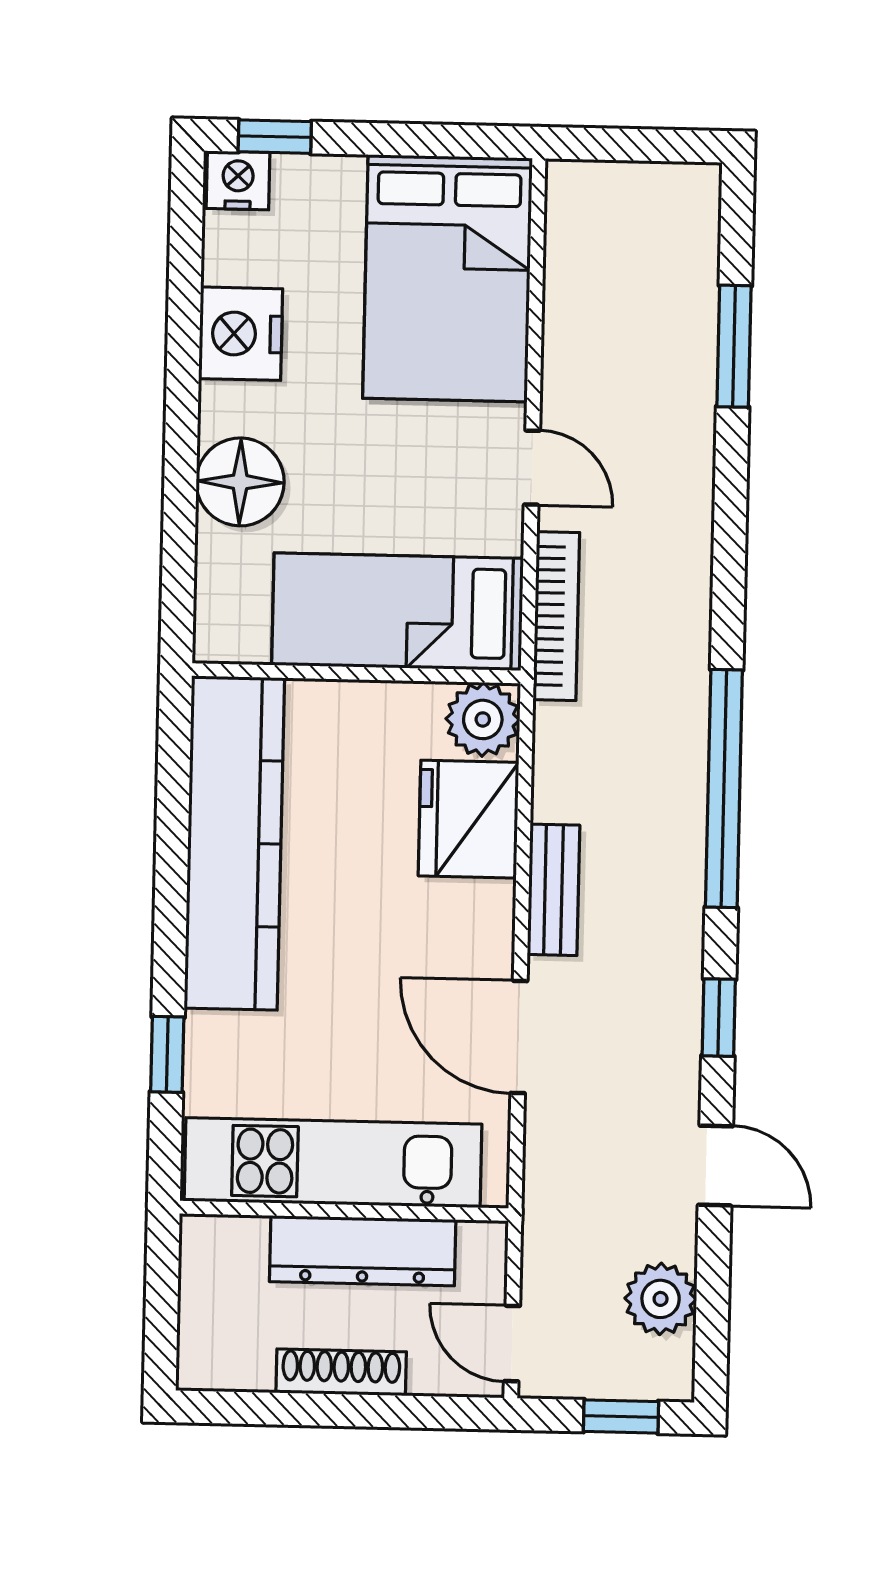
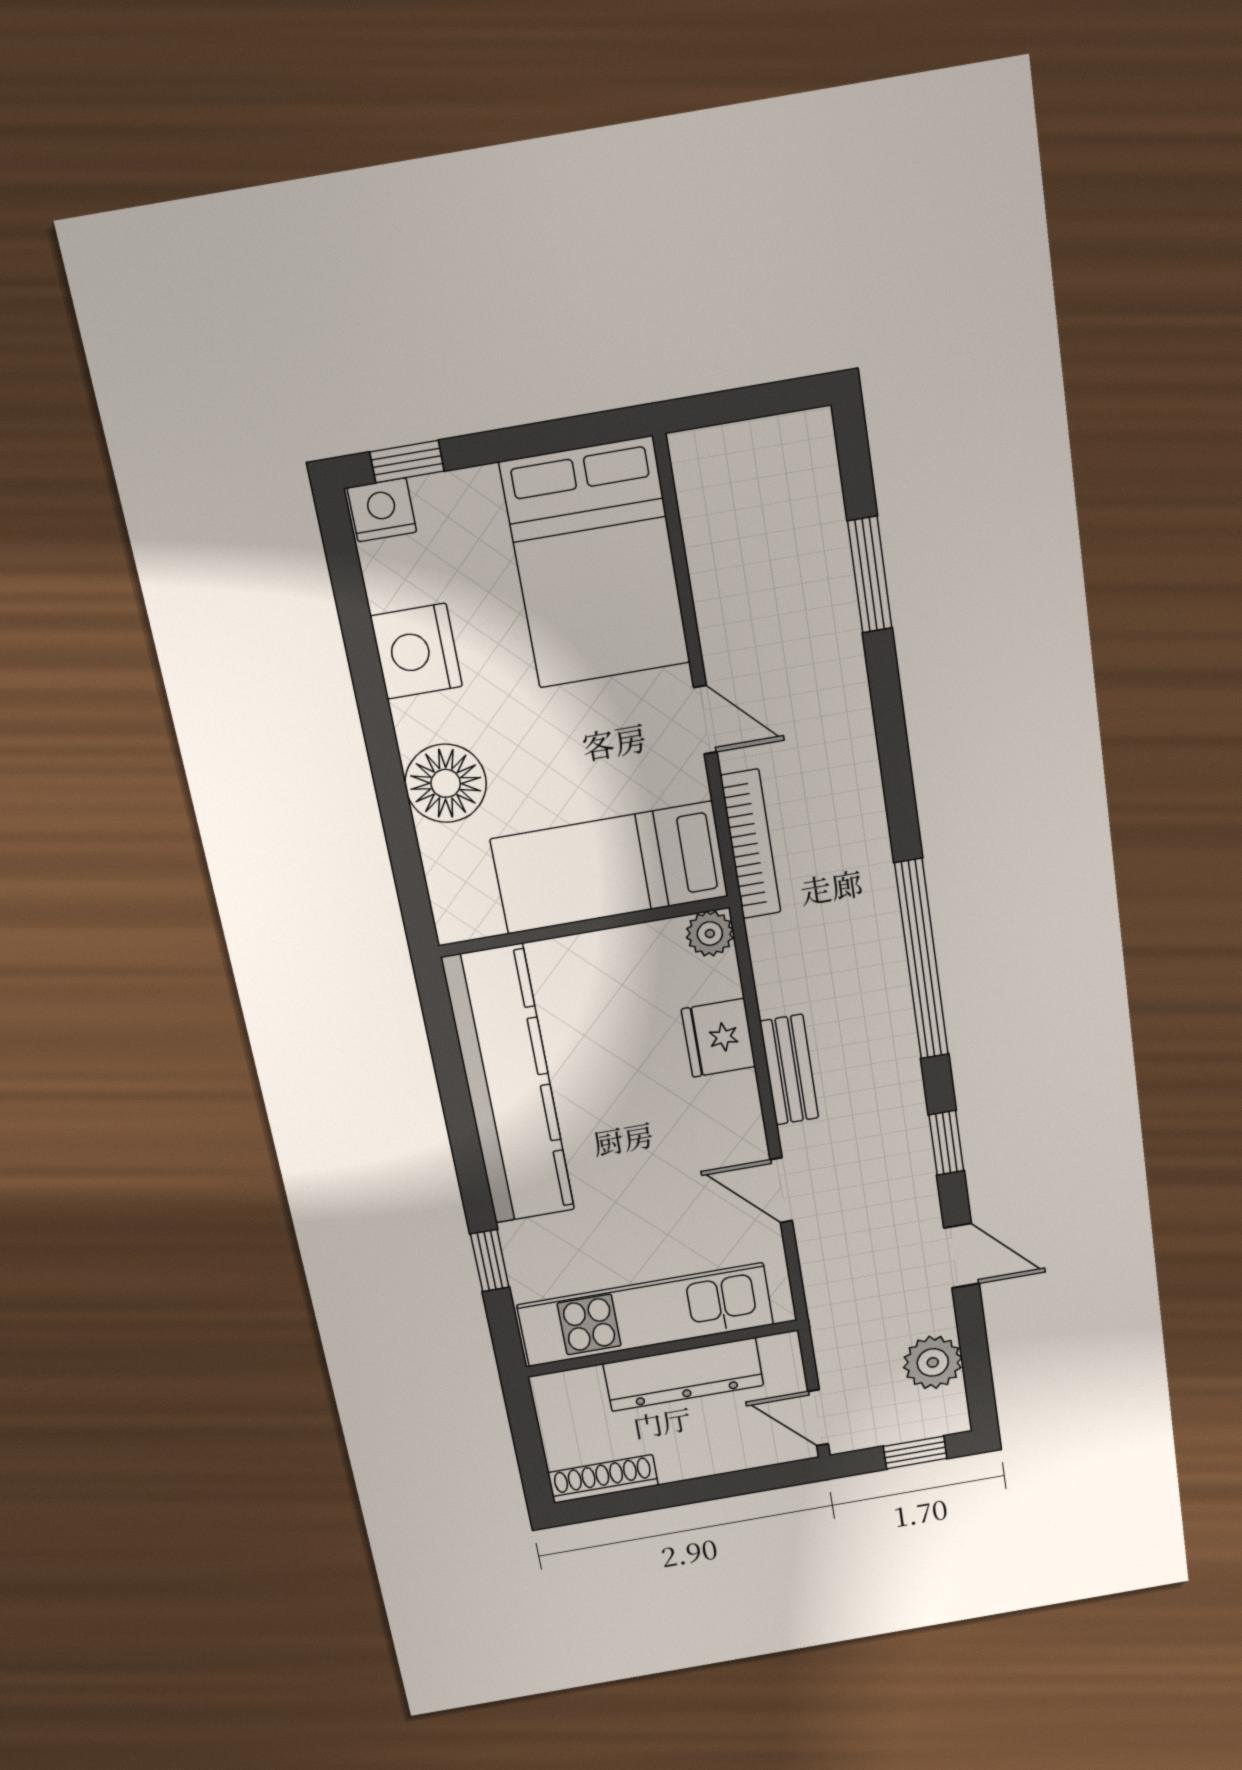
plant: (483, 719) -> (710, 934), width x0.73, depth x0.73
fridge: (469, 819) -> (719, 1038), width x0.73, depth x0.75
door: (519, 1037) -> (781, 1190), width x0.73
shoe rack: (341, 1372) -> (603, 1479), moved

